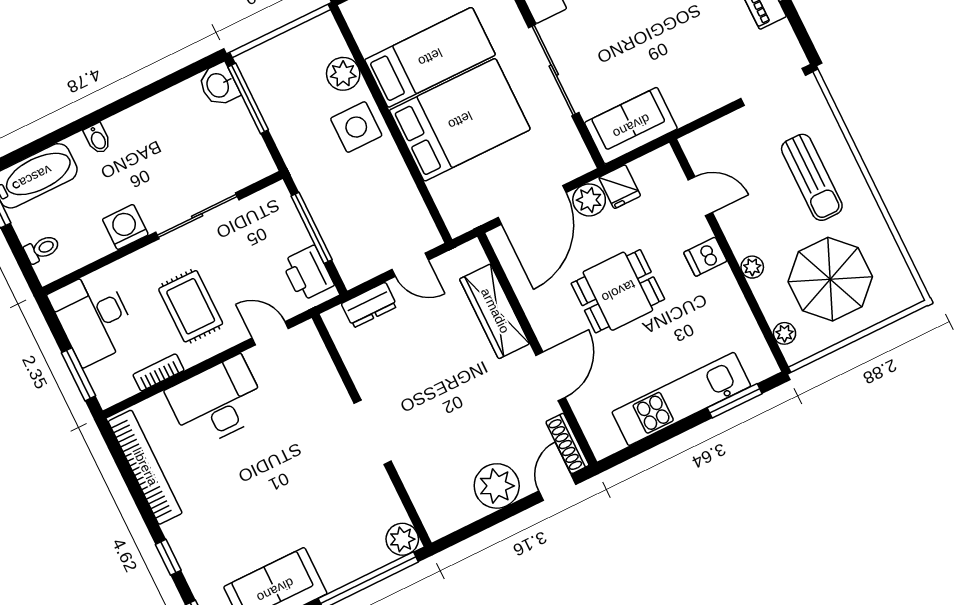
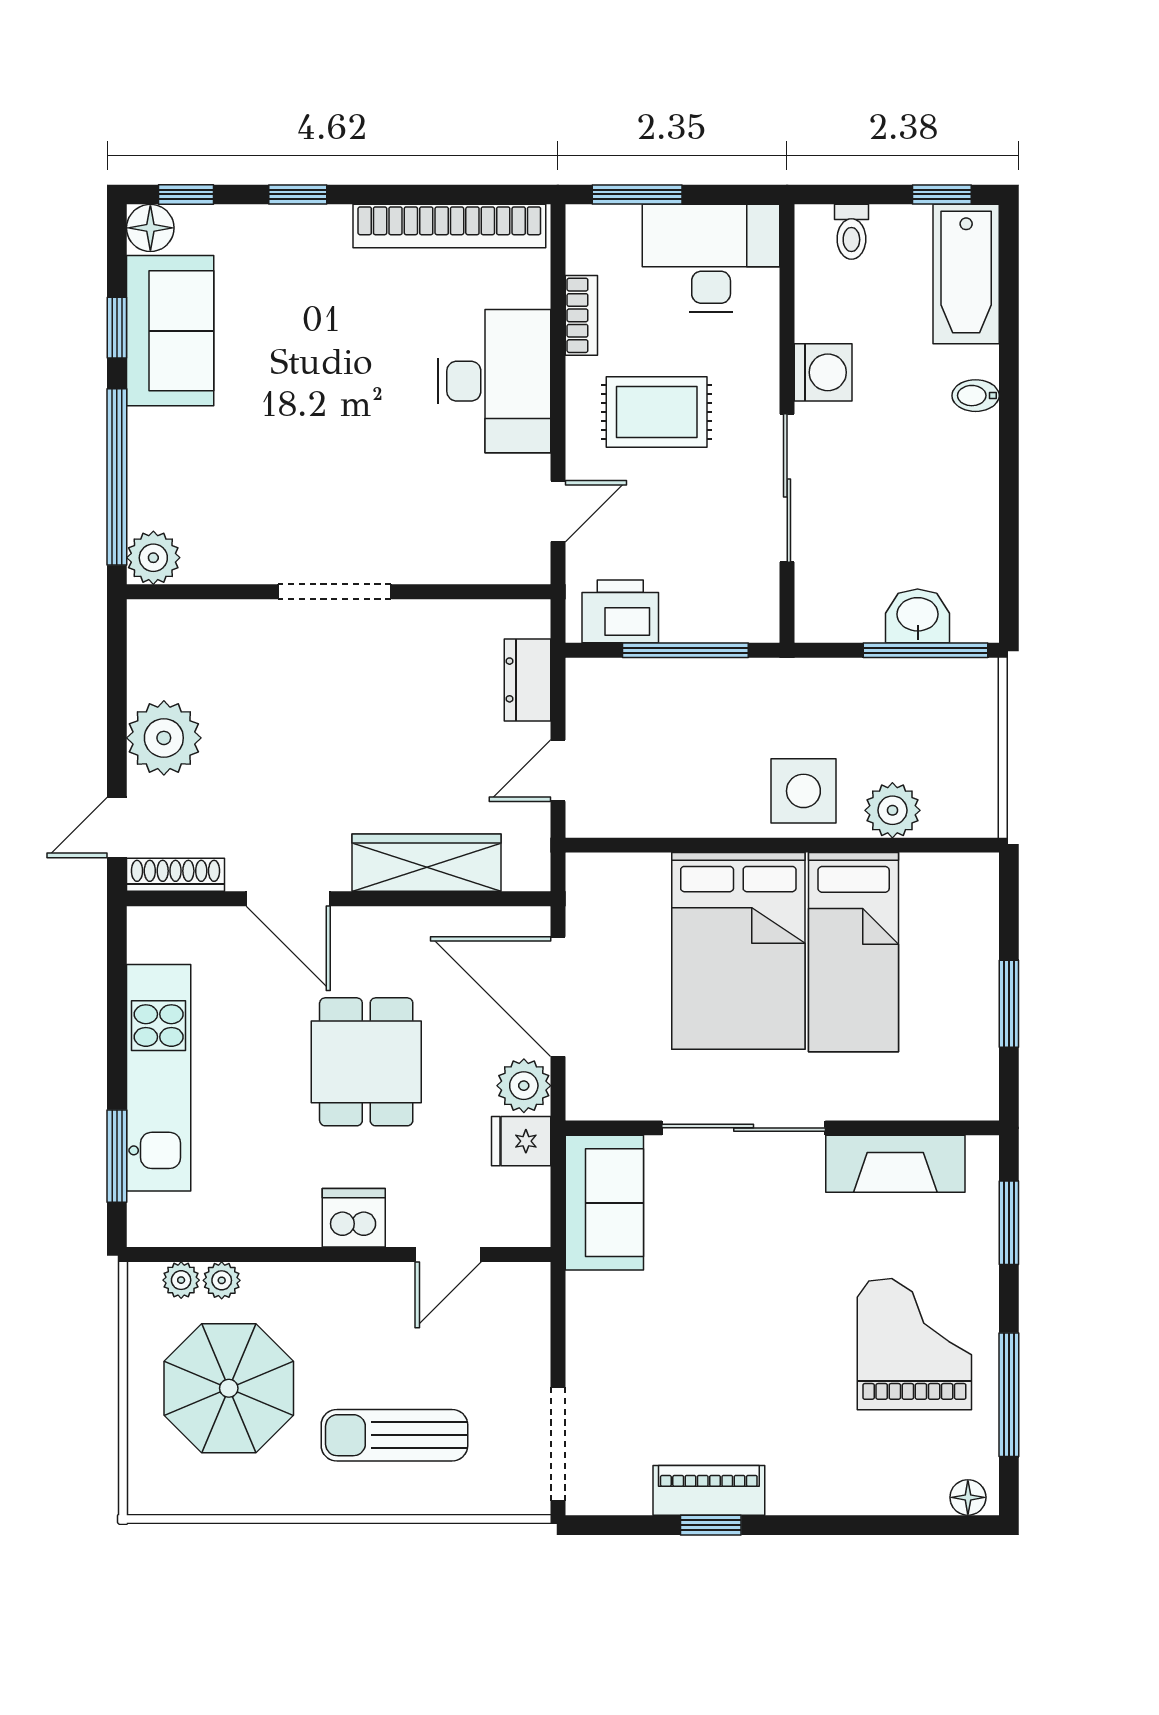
washbasin: (219, 85) -> (918, 616), moved
dishwasher: (705, 257) -> (354, 1218), width x1.38
plant: (752, 267) -> (222, 1280), moved
door: (557, 488) -> (117, 827), swing flipped

